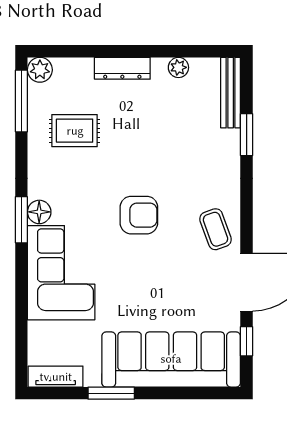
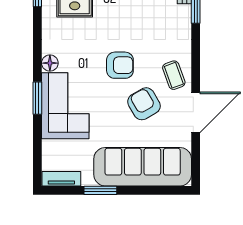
window: (21, 220) -> (37, 98), moved
armchair: (173, 270) -> (144, 104), added
window: (247, 341) -> (196, 154), removed

